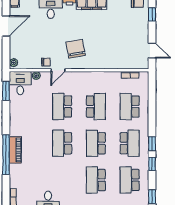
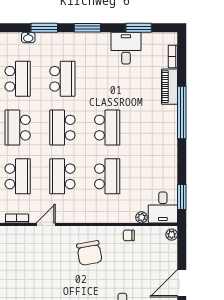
door: (58, 70) -> (46, 224), moved
school desk: (96, 143) -> (62, 128), turned 180
piano: (15, 150) -> (169, 87), moved

